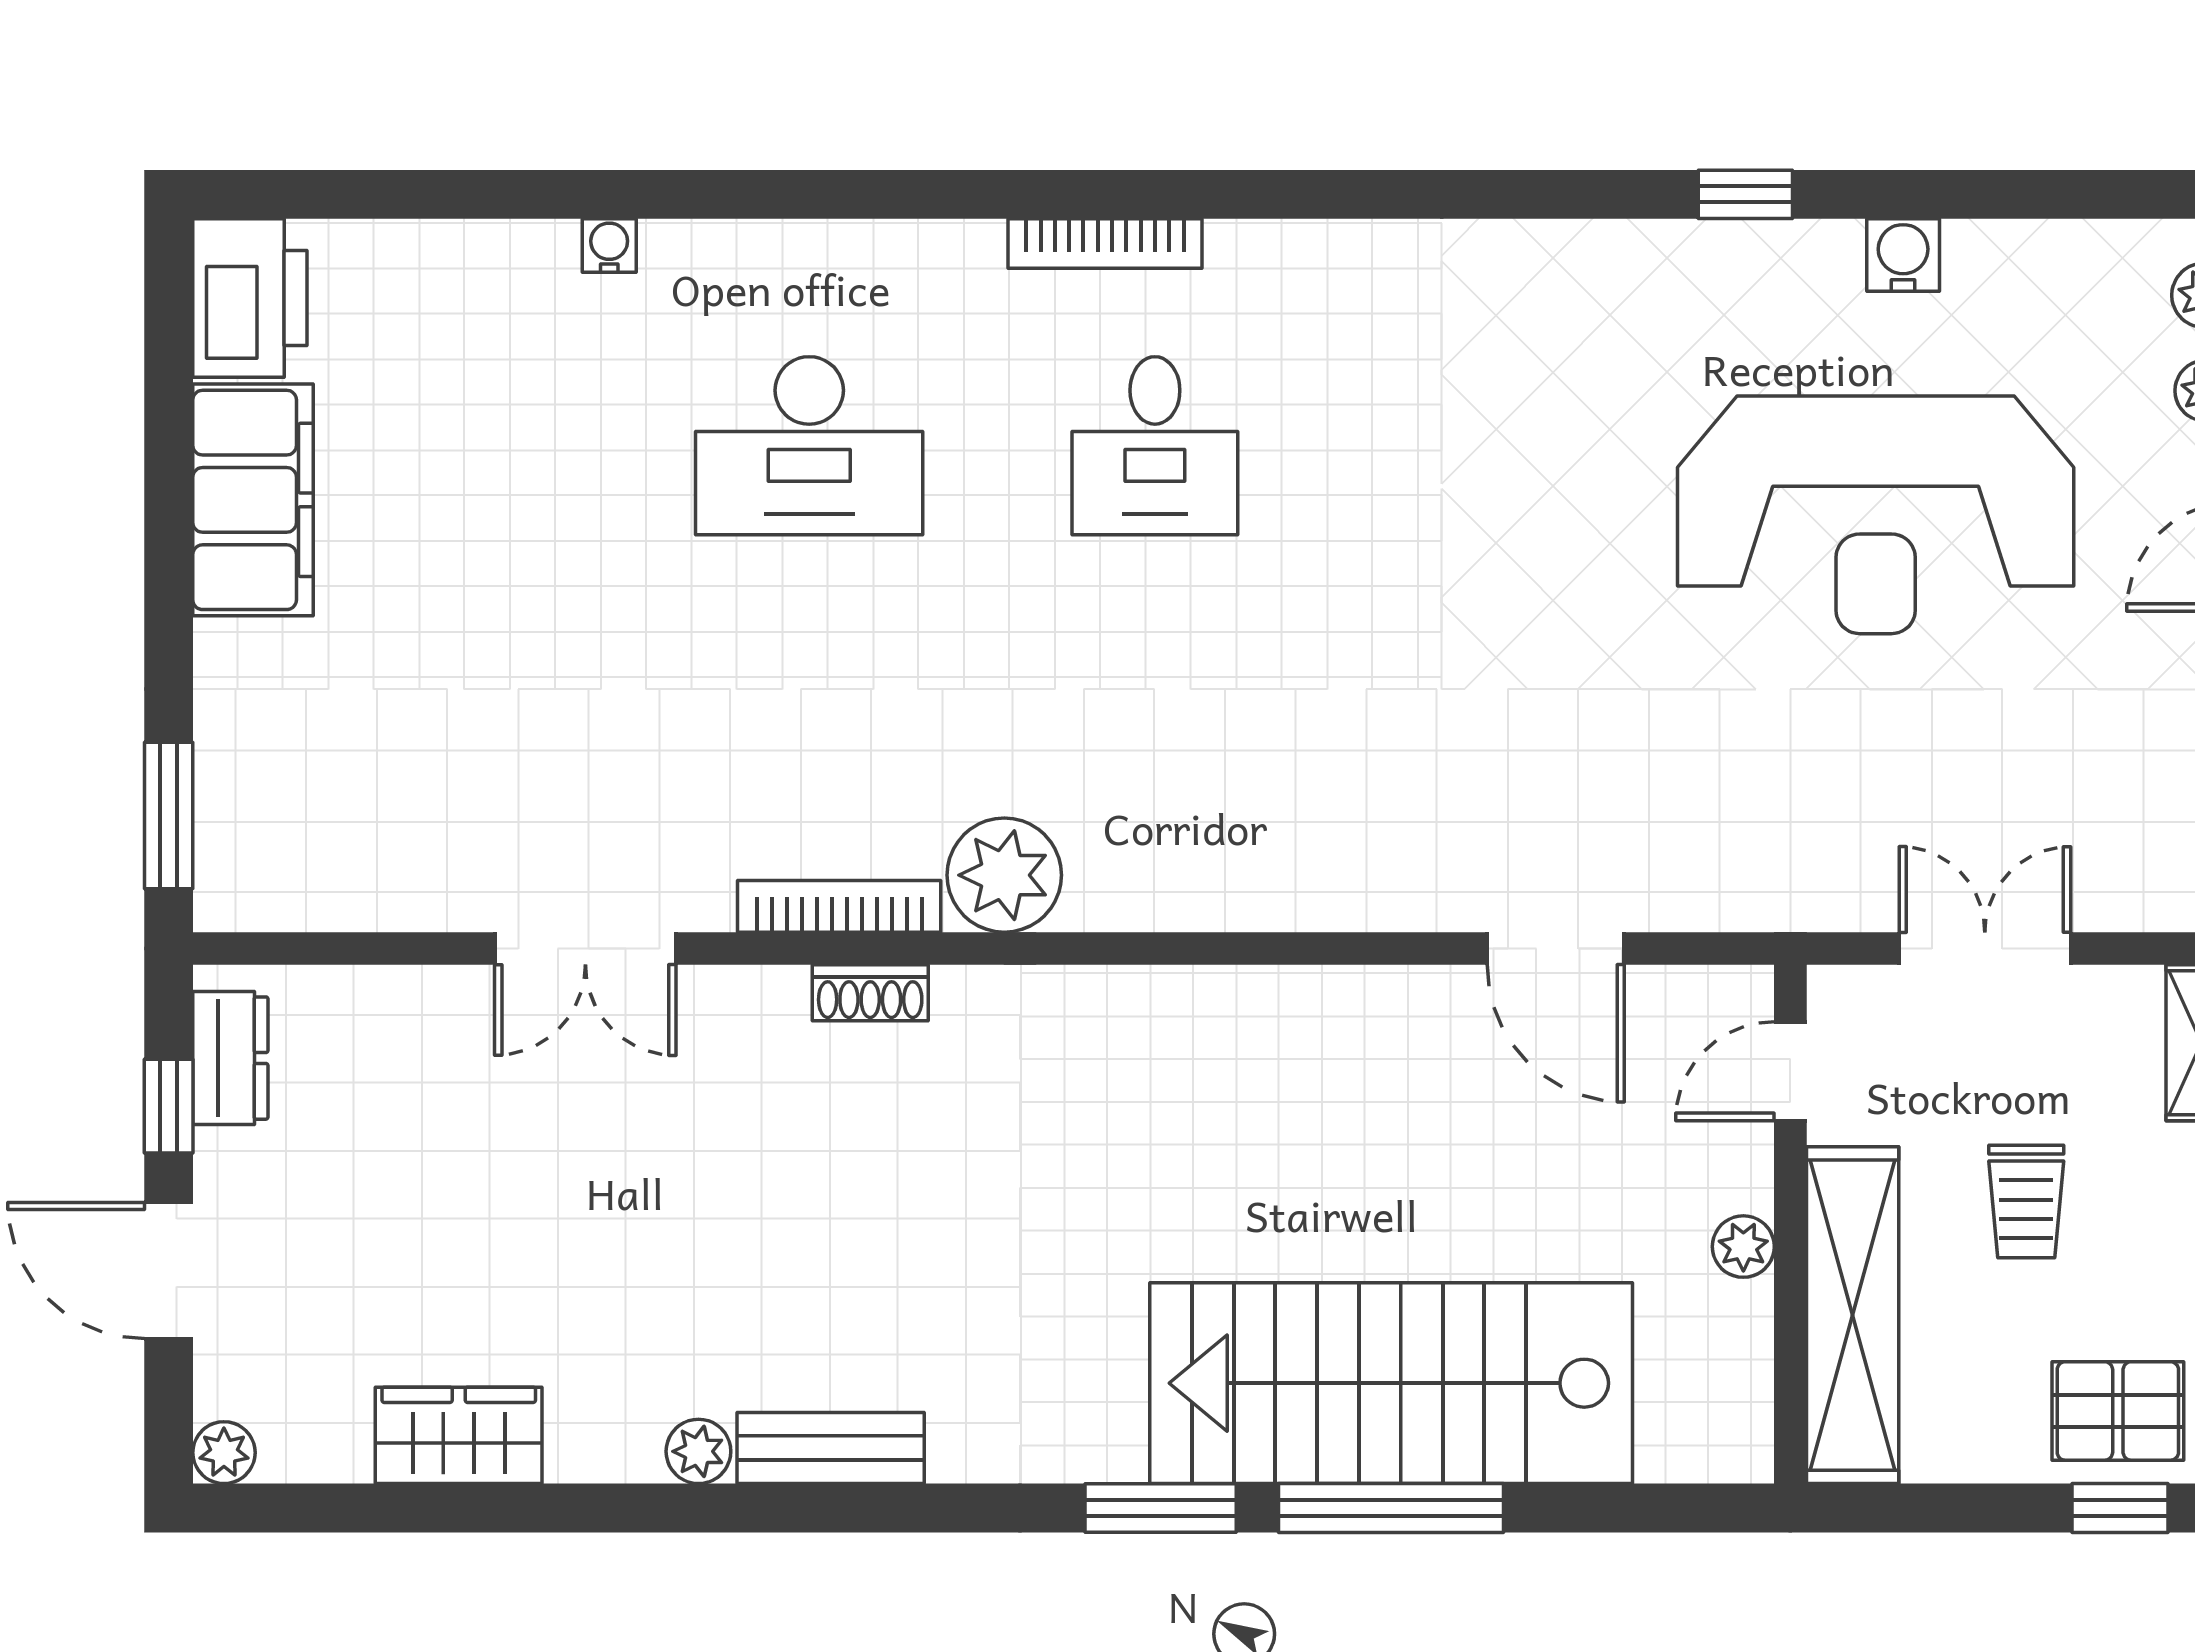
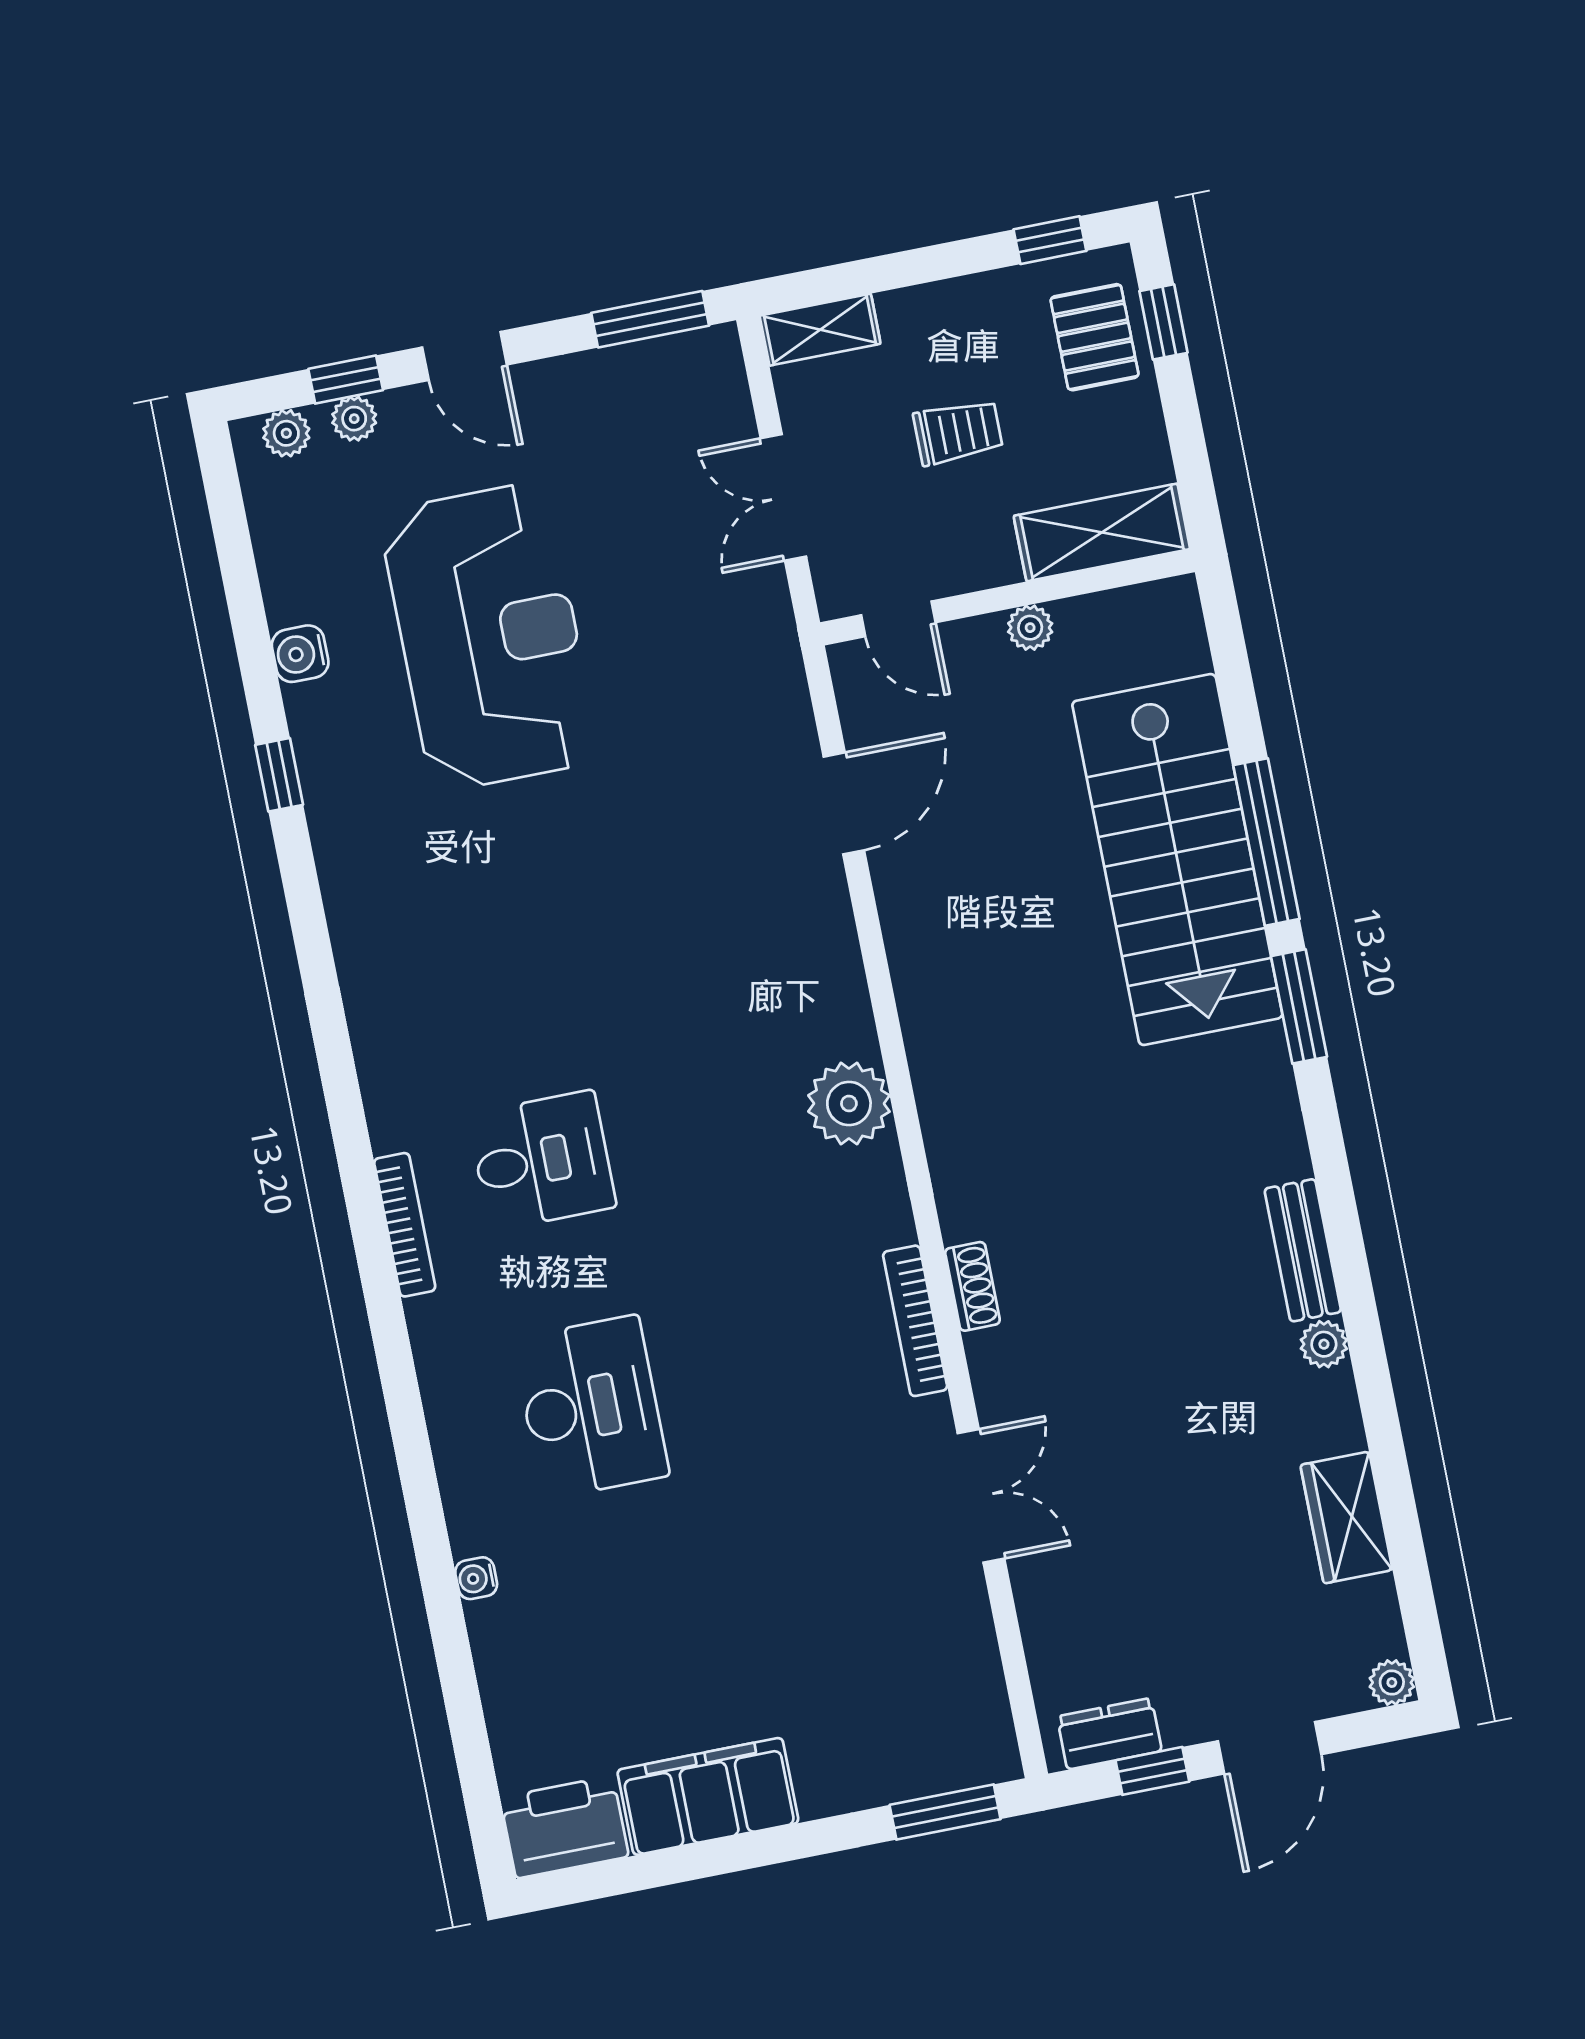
plant: (1004, 875) -> (849, 1104), moved
shelving: (1853, 1315) -> (1102, 532), width x0.68

